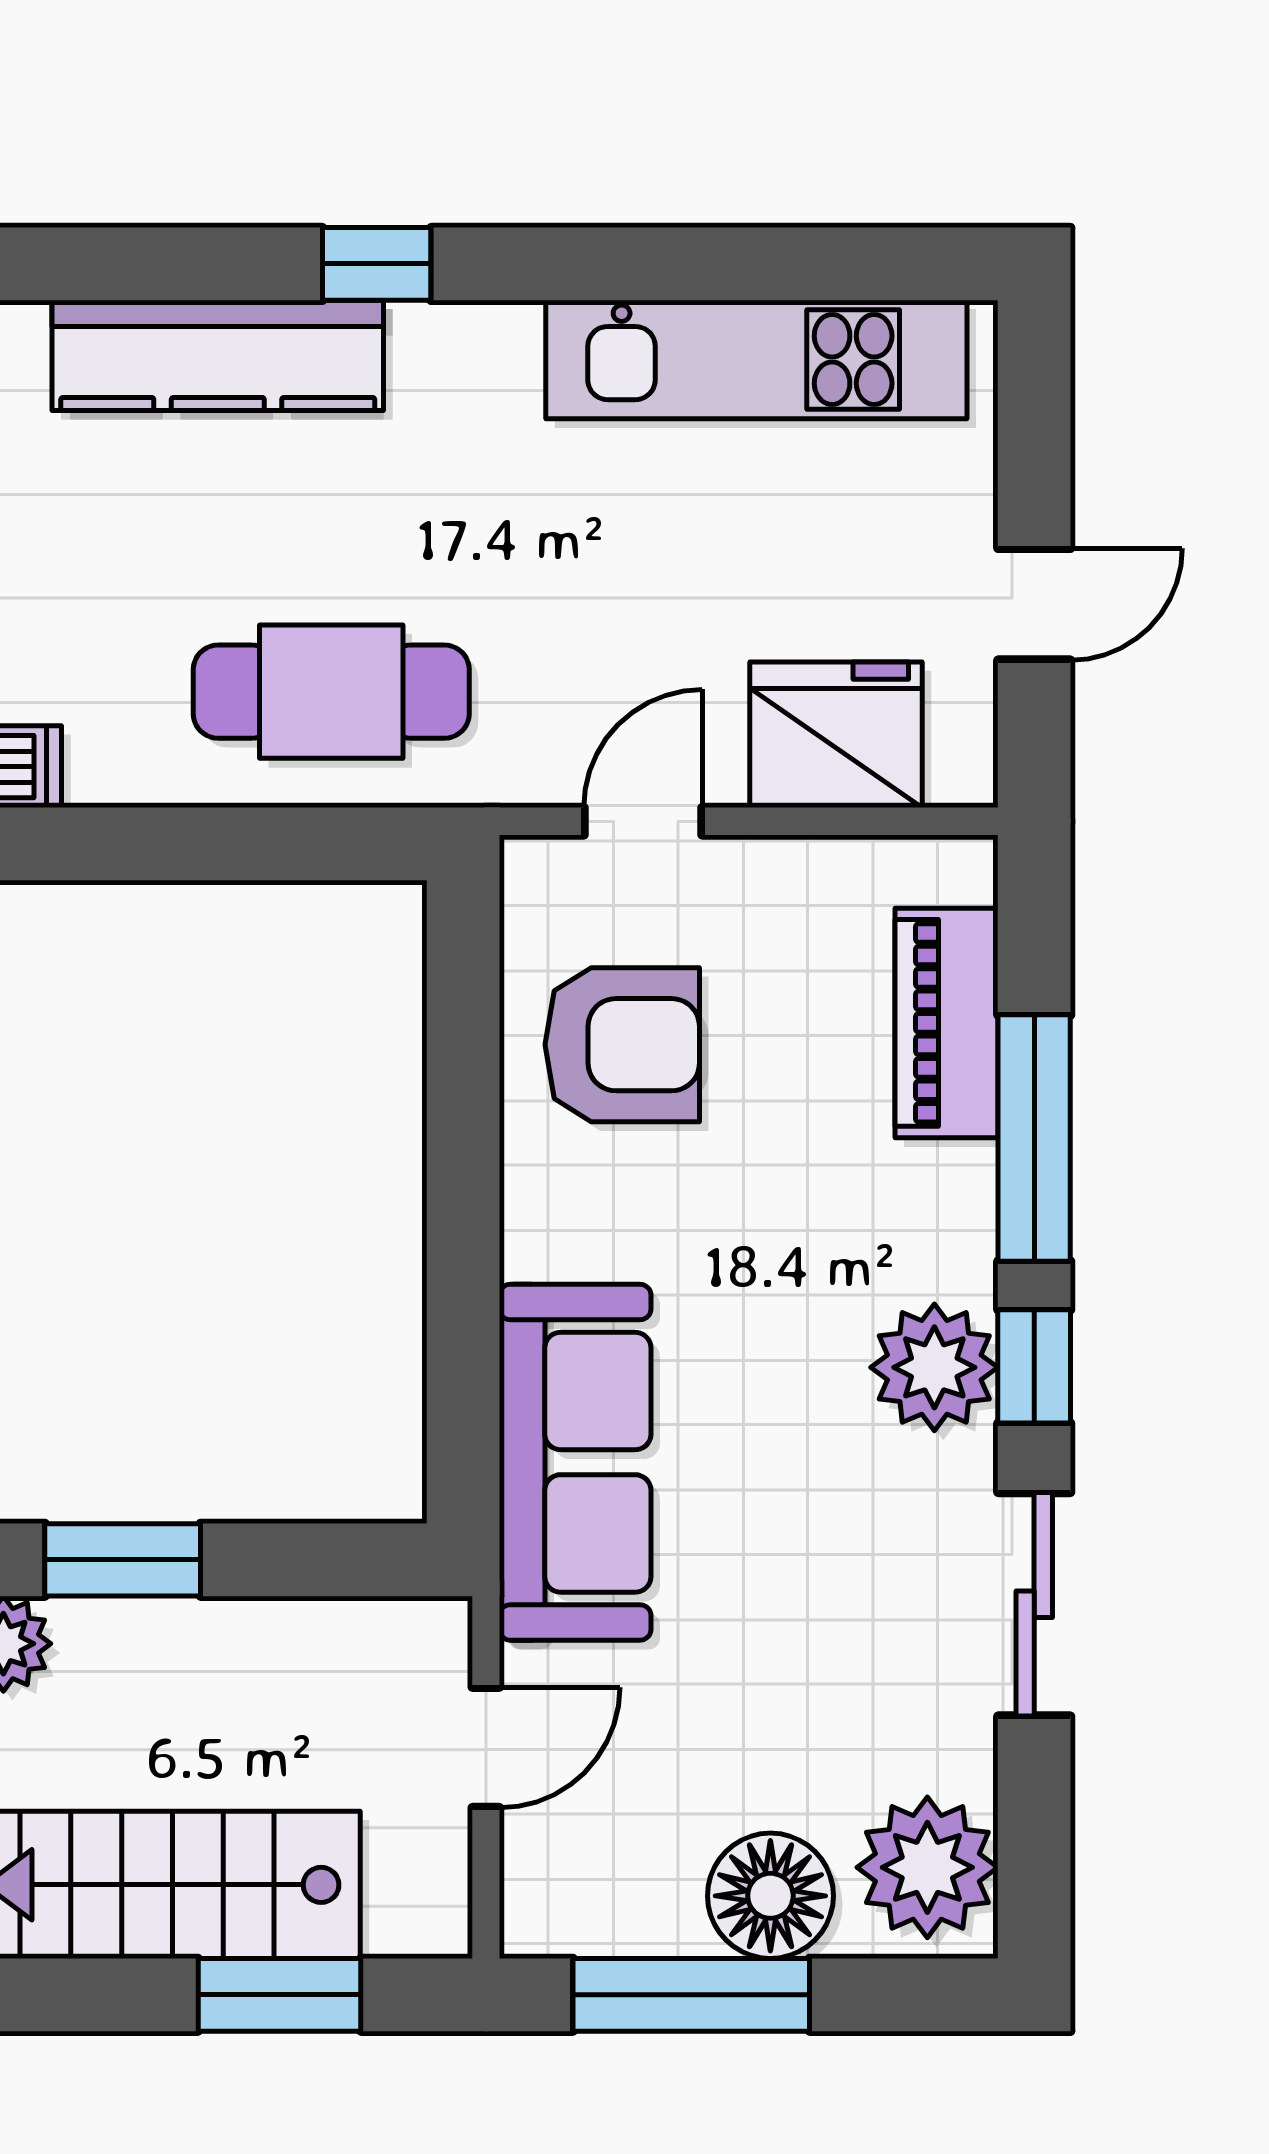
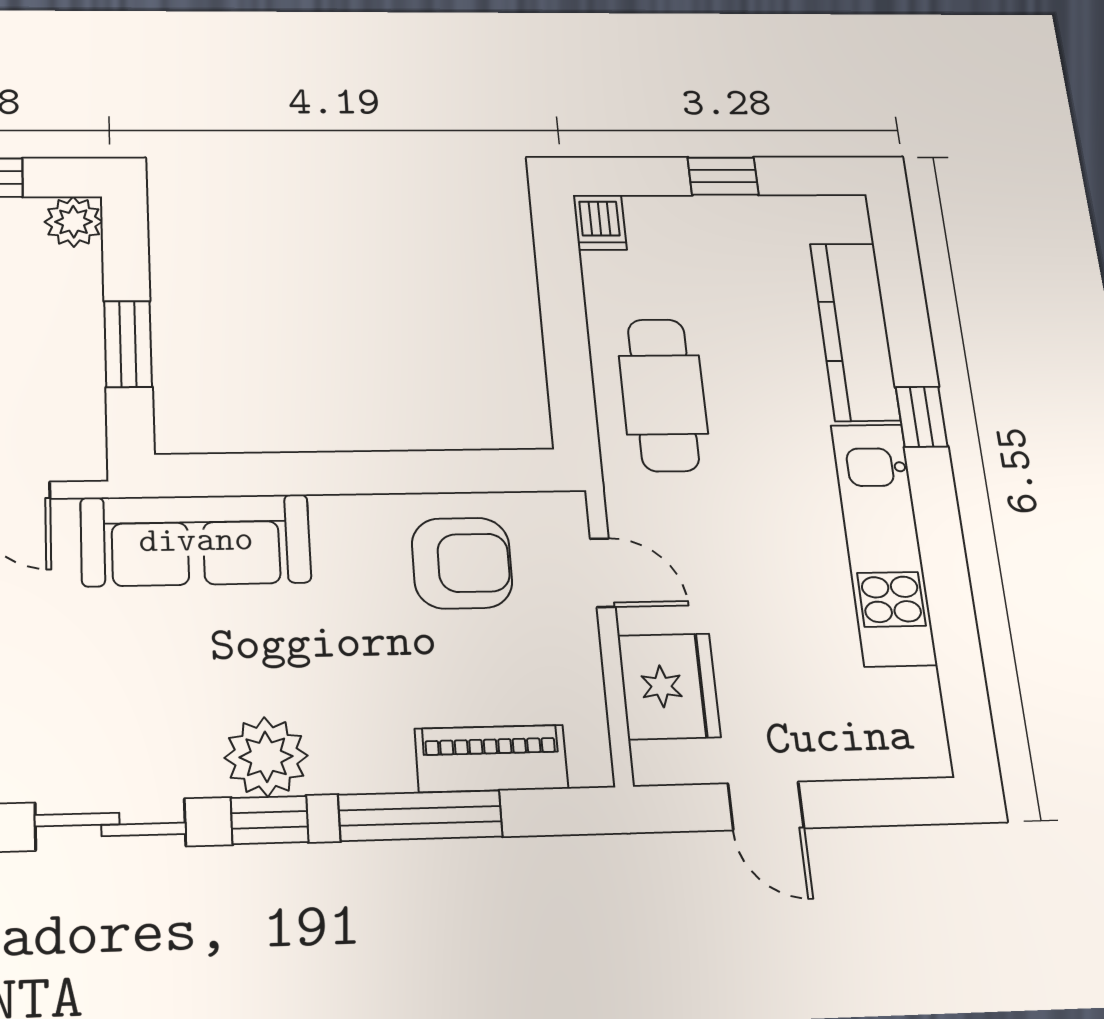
kitchen unit: (756, 359) -> (883, 543), moved
armchair: (622, 1045) -> (462, 563), turned -90
window: (123, 1560) -> (128, 344), moved

